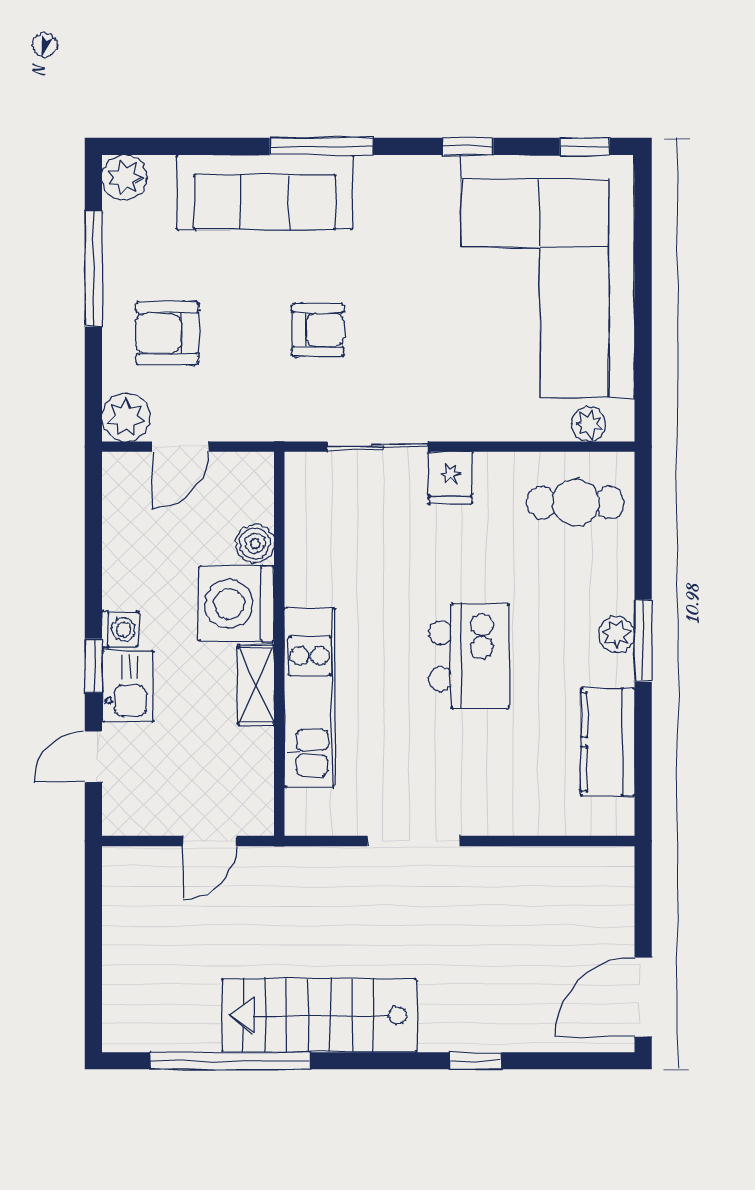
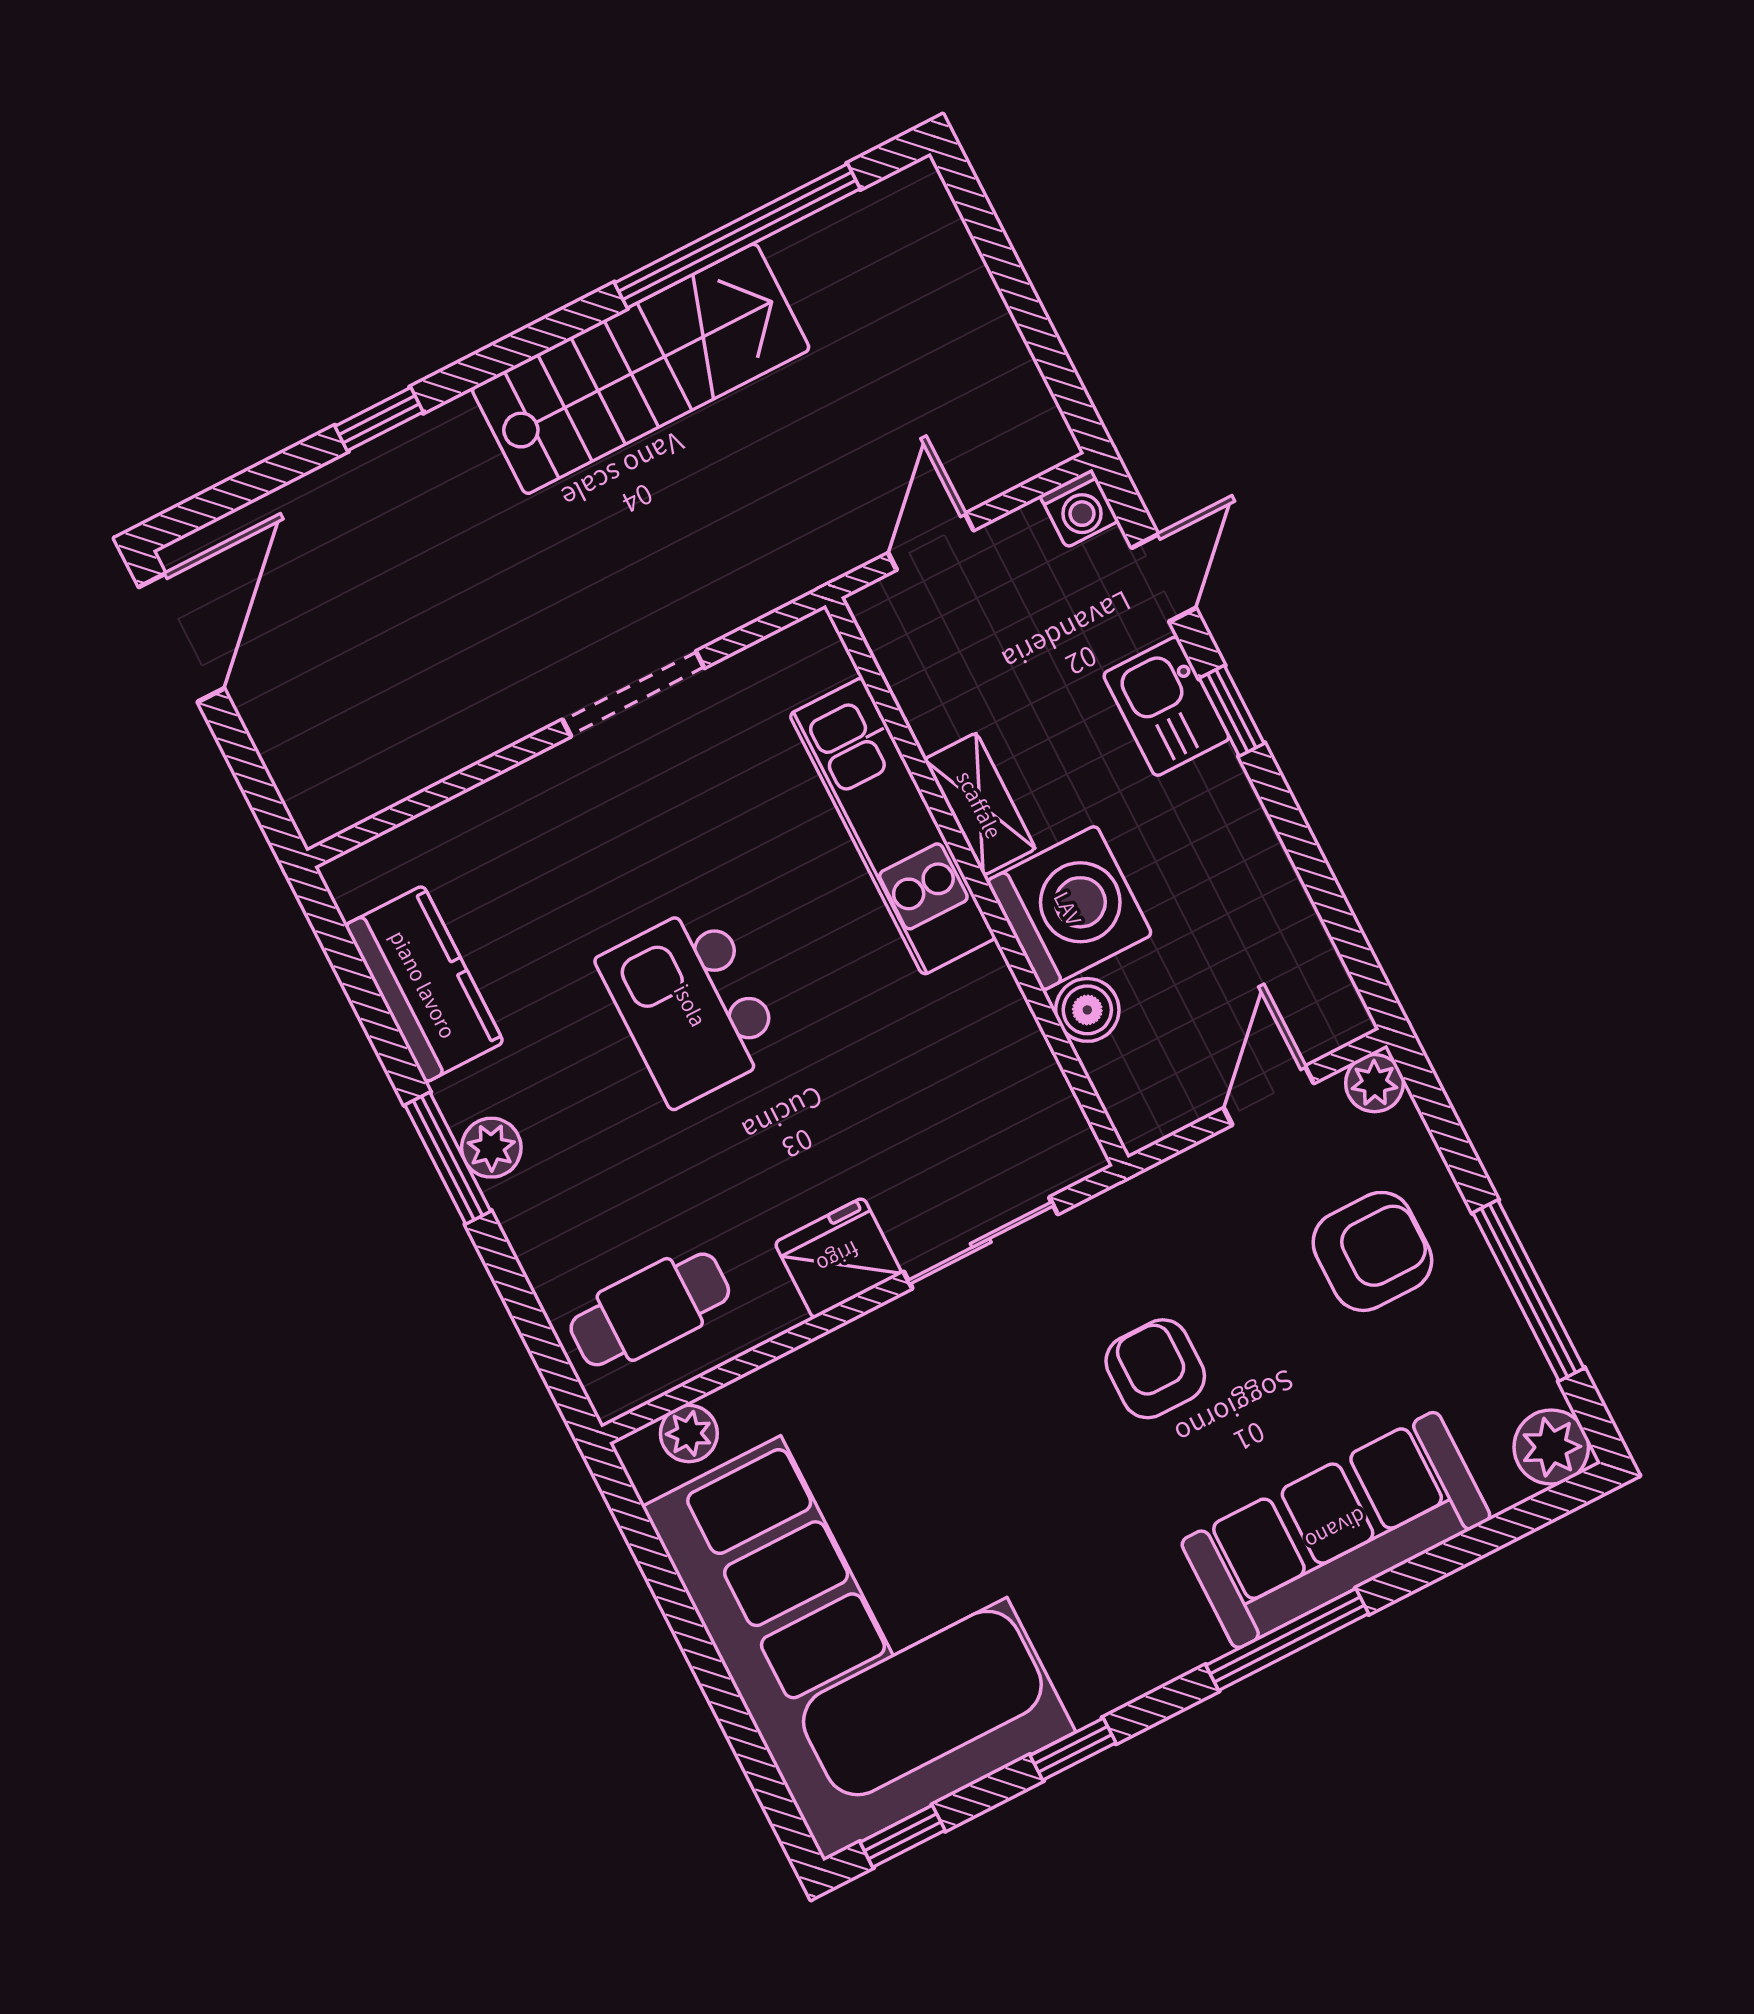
armchair: (318, 330) -> (1155, 1369), turned 90
plant: (126, 417) -> (1374, 1083), width x0.73, depth x0.73
fridge: (451, 478) -> (838, 1258), width x1.38
washing machine: (120, 629) -> (1079, 508), moved, turned -90

